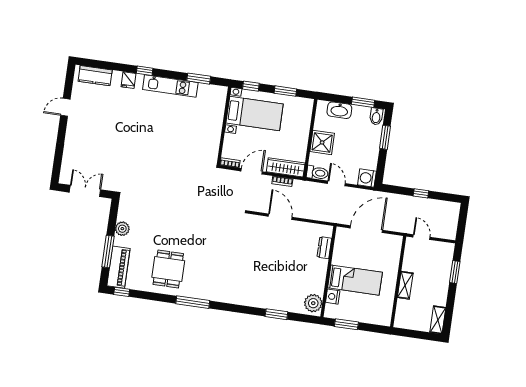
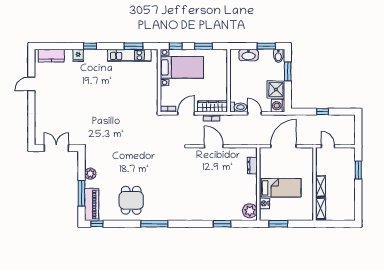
kitchen unit: (170, 86) -> (129, 55), moved
shower: (322, 142) -> (276, 90), moved
shelving: (438, 320) -> (321, 208), moved

